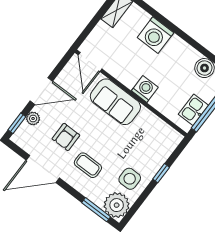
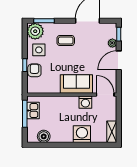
washing machine: (145, 89) -> (85, 102), moved
armchair: (66, 137) -> (34, 70), moved

